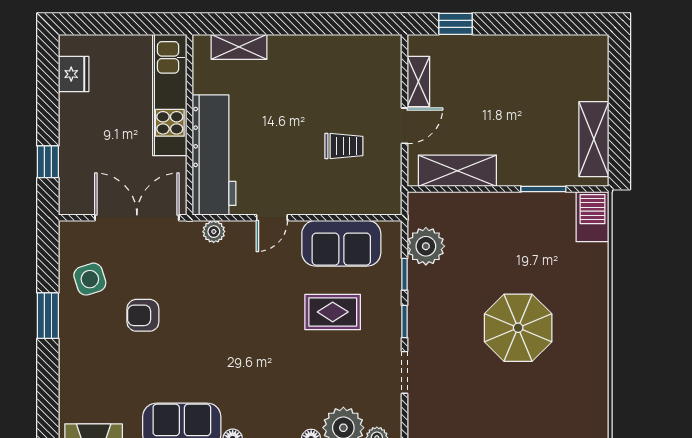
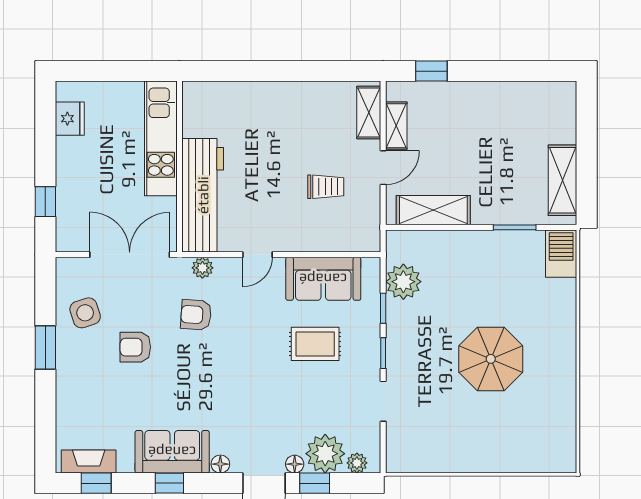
shelving: (239, 47) -> (369, 113), moved, turned 90
armchair: (207, 281) -> (196, 315), added

